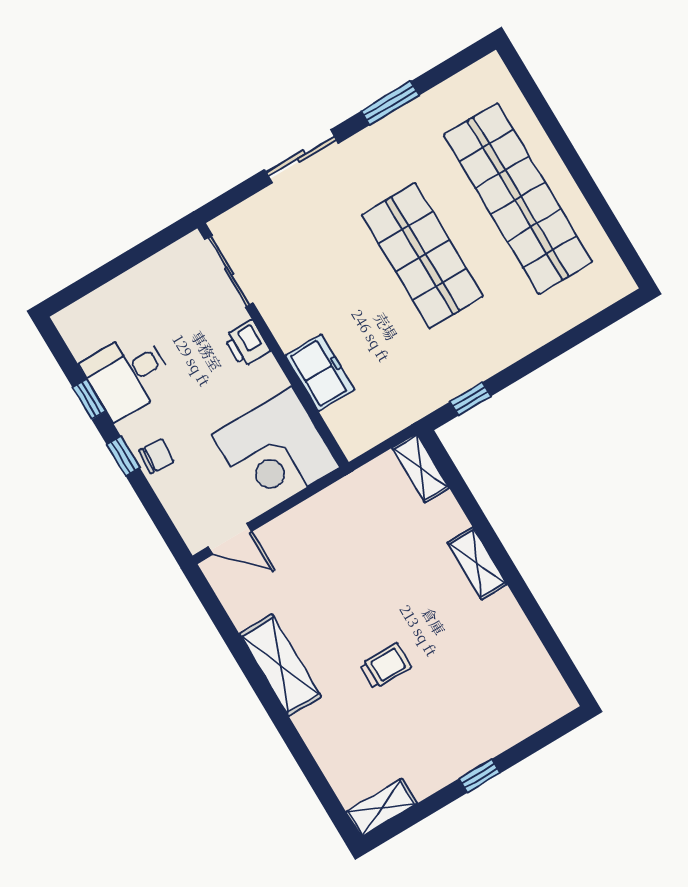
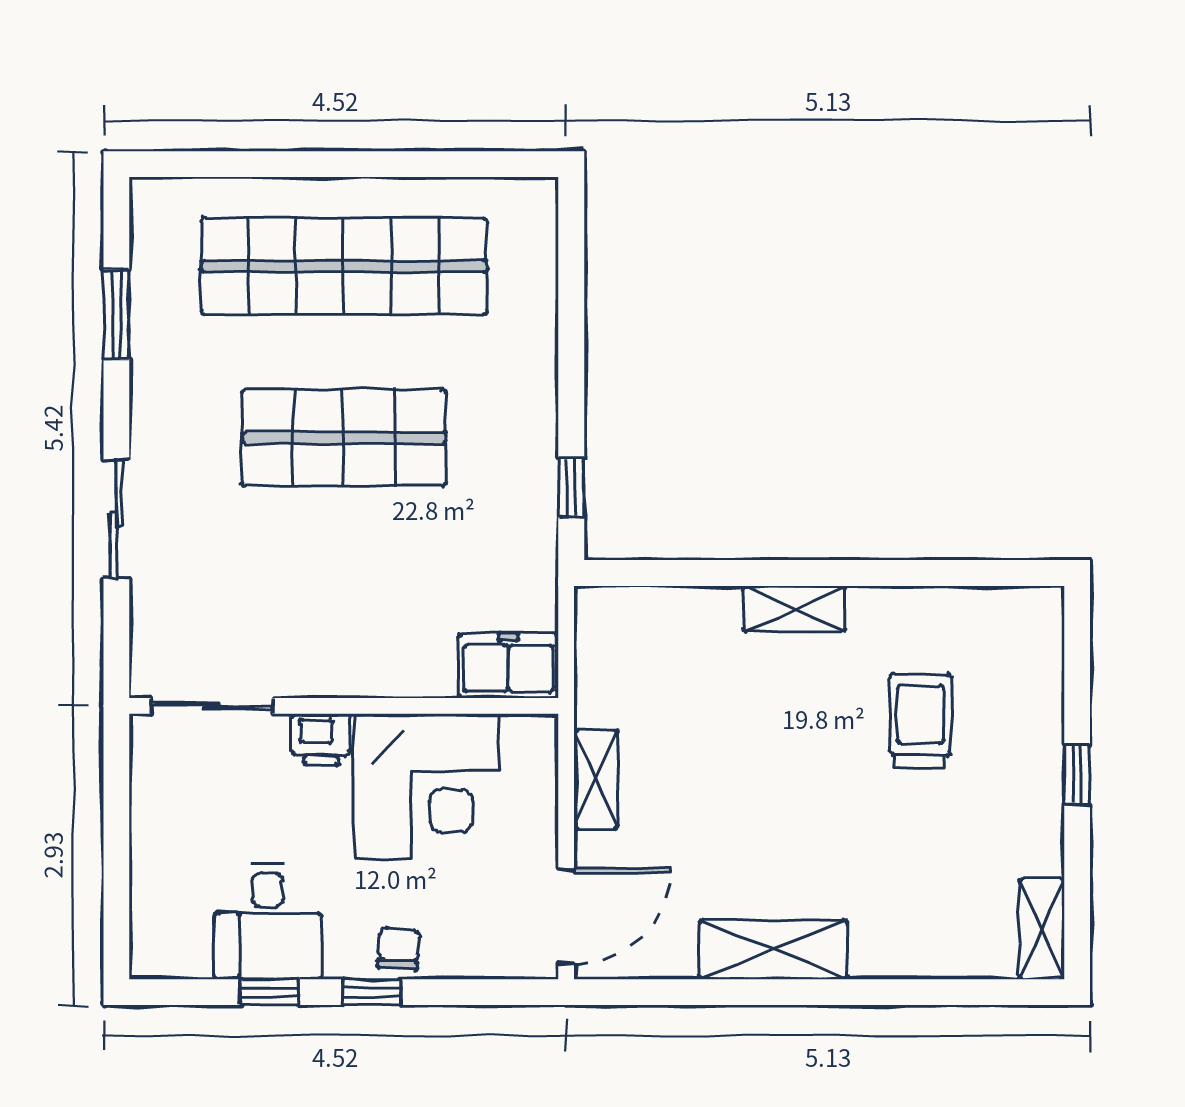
window: (390, 103) -> (116, 315), moved
freezer: (320, 373) -> (508, 666), moved
corner desk: (276, 451) -> (426, 786), moved
shelving: (421, 468) -> (596, 779), moved, turned 90
door: (230, 539) -> (566, 916), width x1.38
trolley: (386, 666) -> (920, 721), moved, width x1.36, depth x1.39

